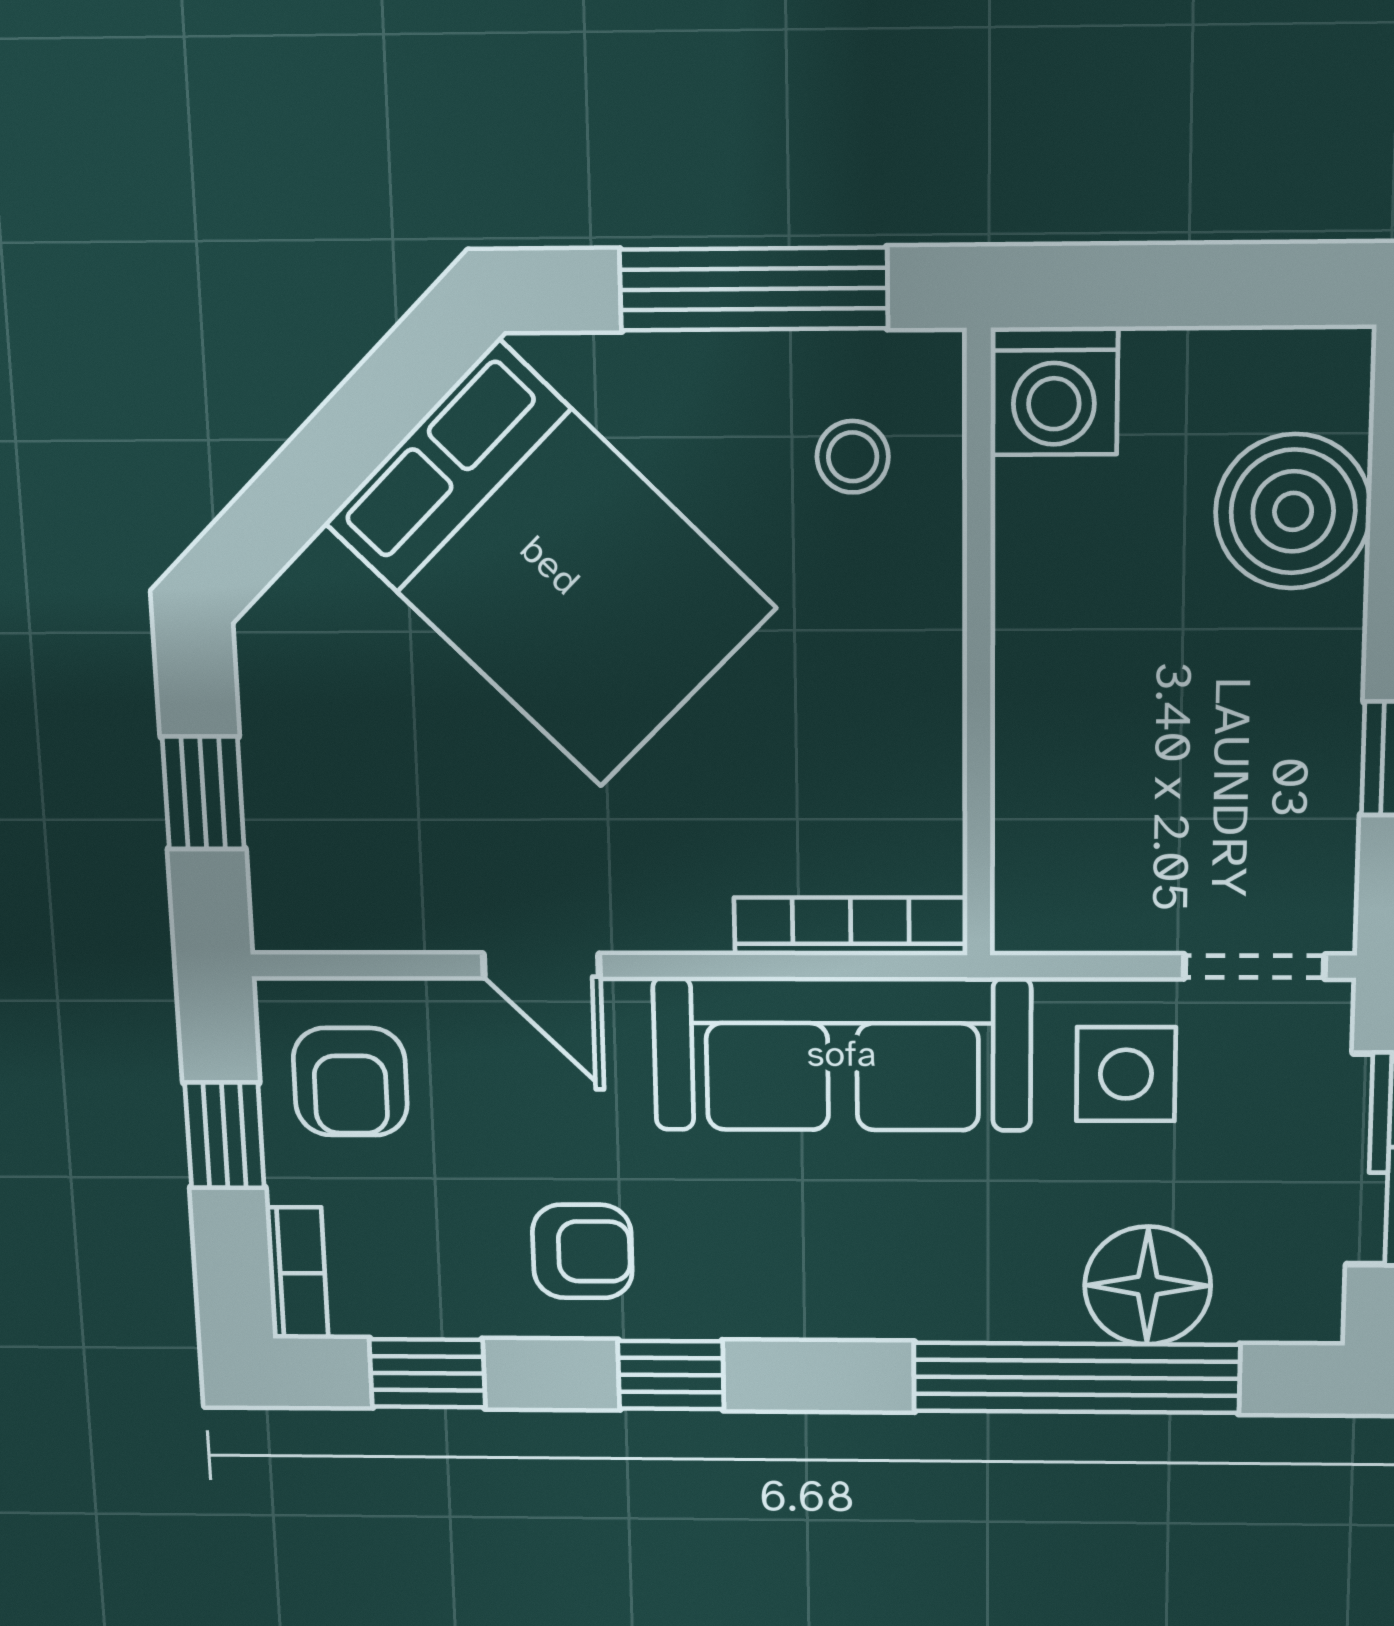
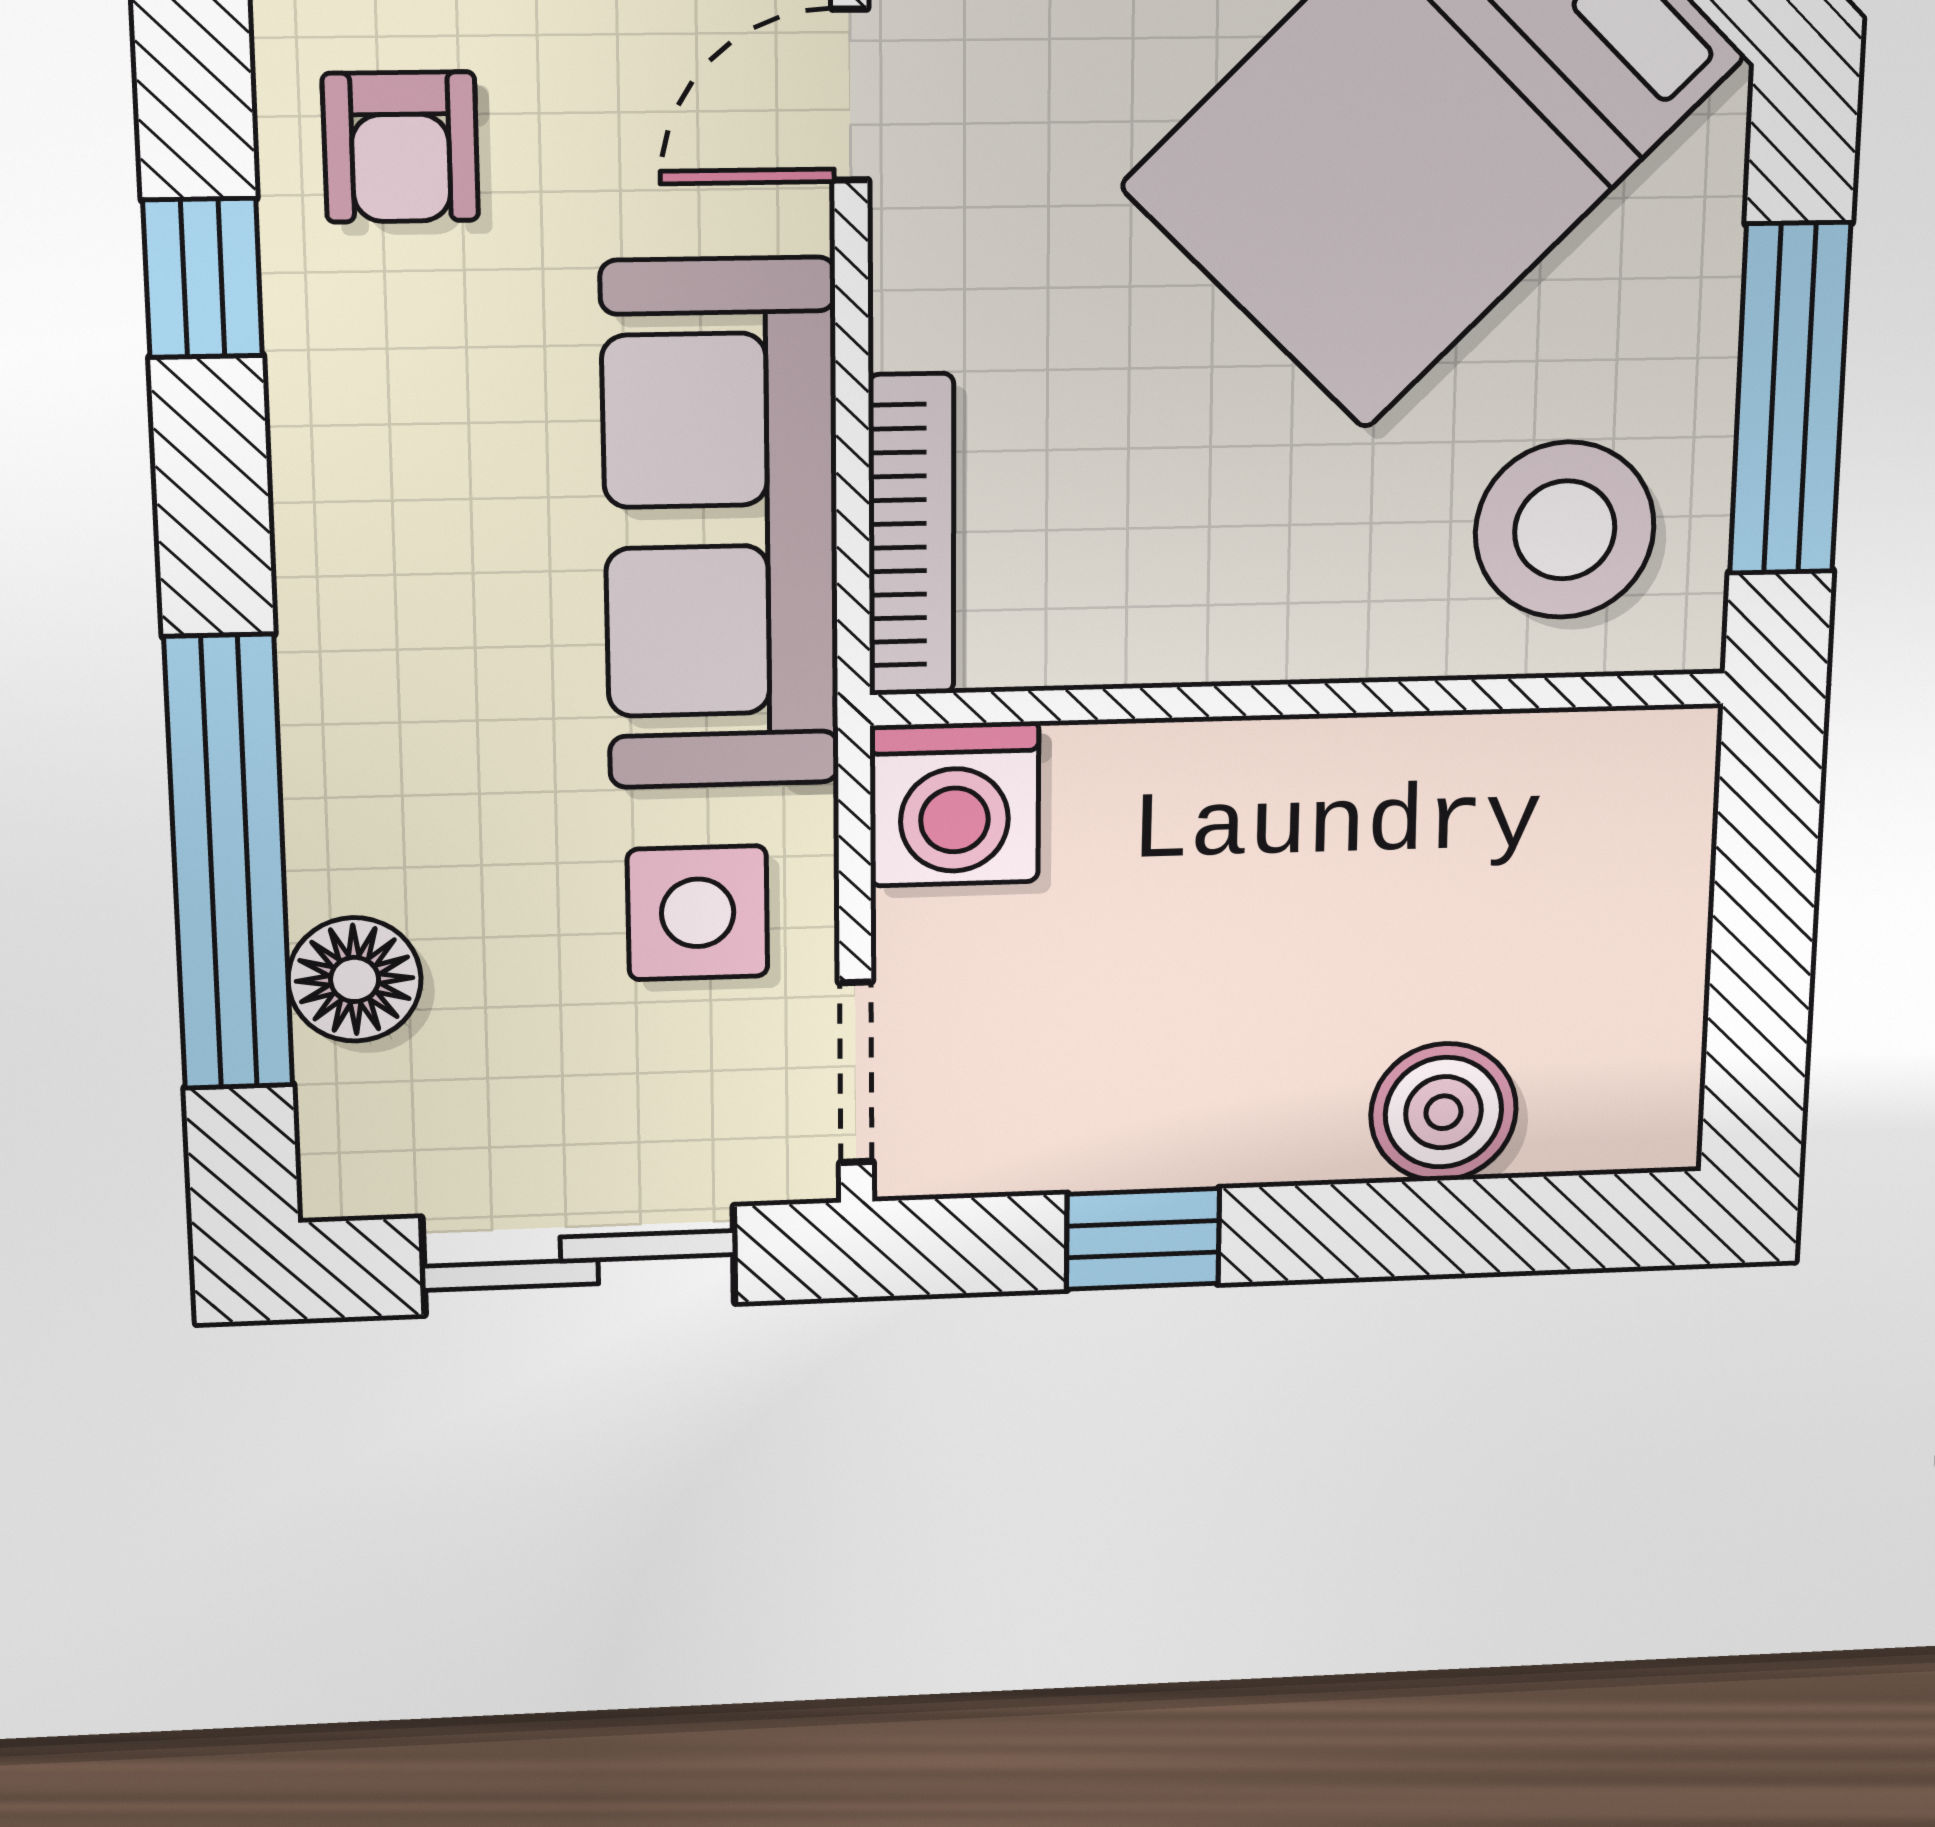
washing machine: (1054, 391) -> (954, 804), moved, turned -90
stool: (853, 457) -> (1565, 530), width x1.89, depth x1.89
boiler: (1293, 511) -> (1443, 1112), width x0.73, depth x0.73
floor lamp: (1148, 1286) -> (355, 979), width x0.73, depth x0.73

